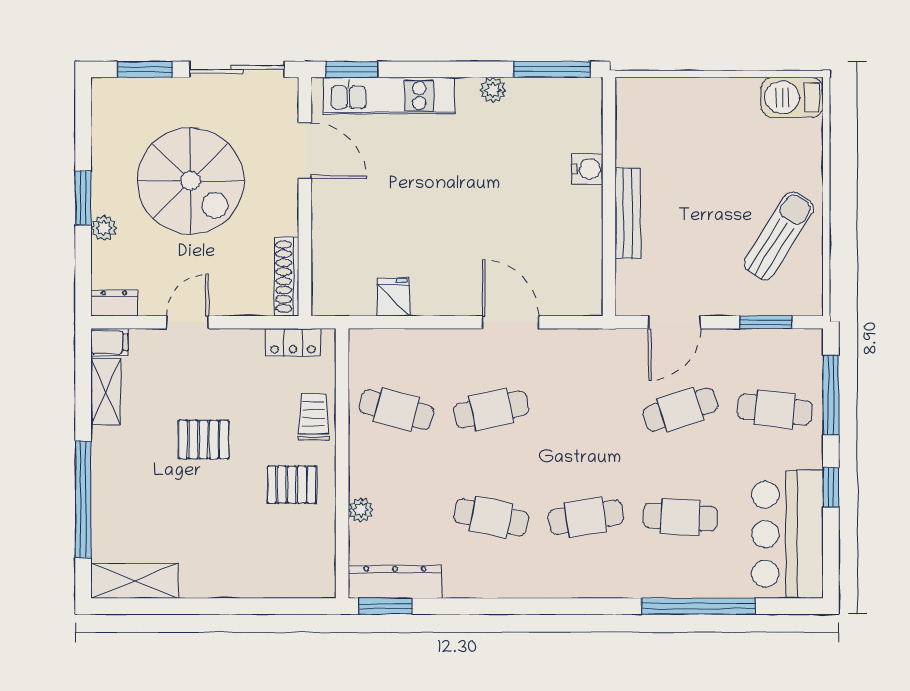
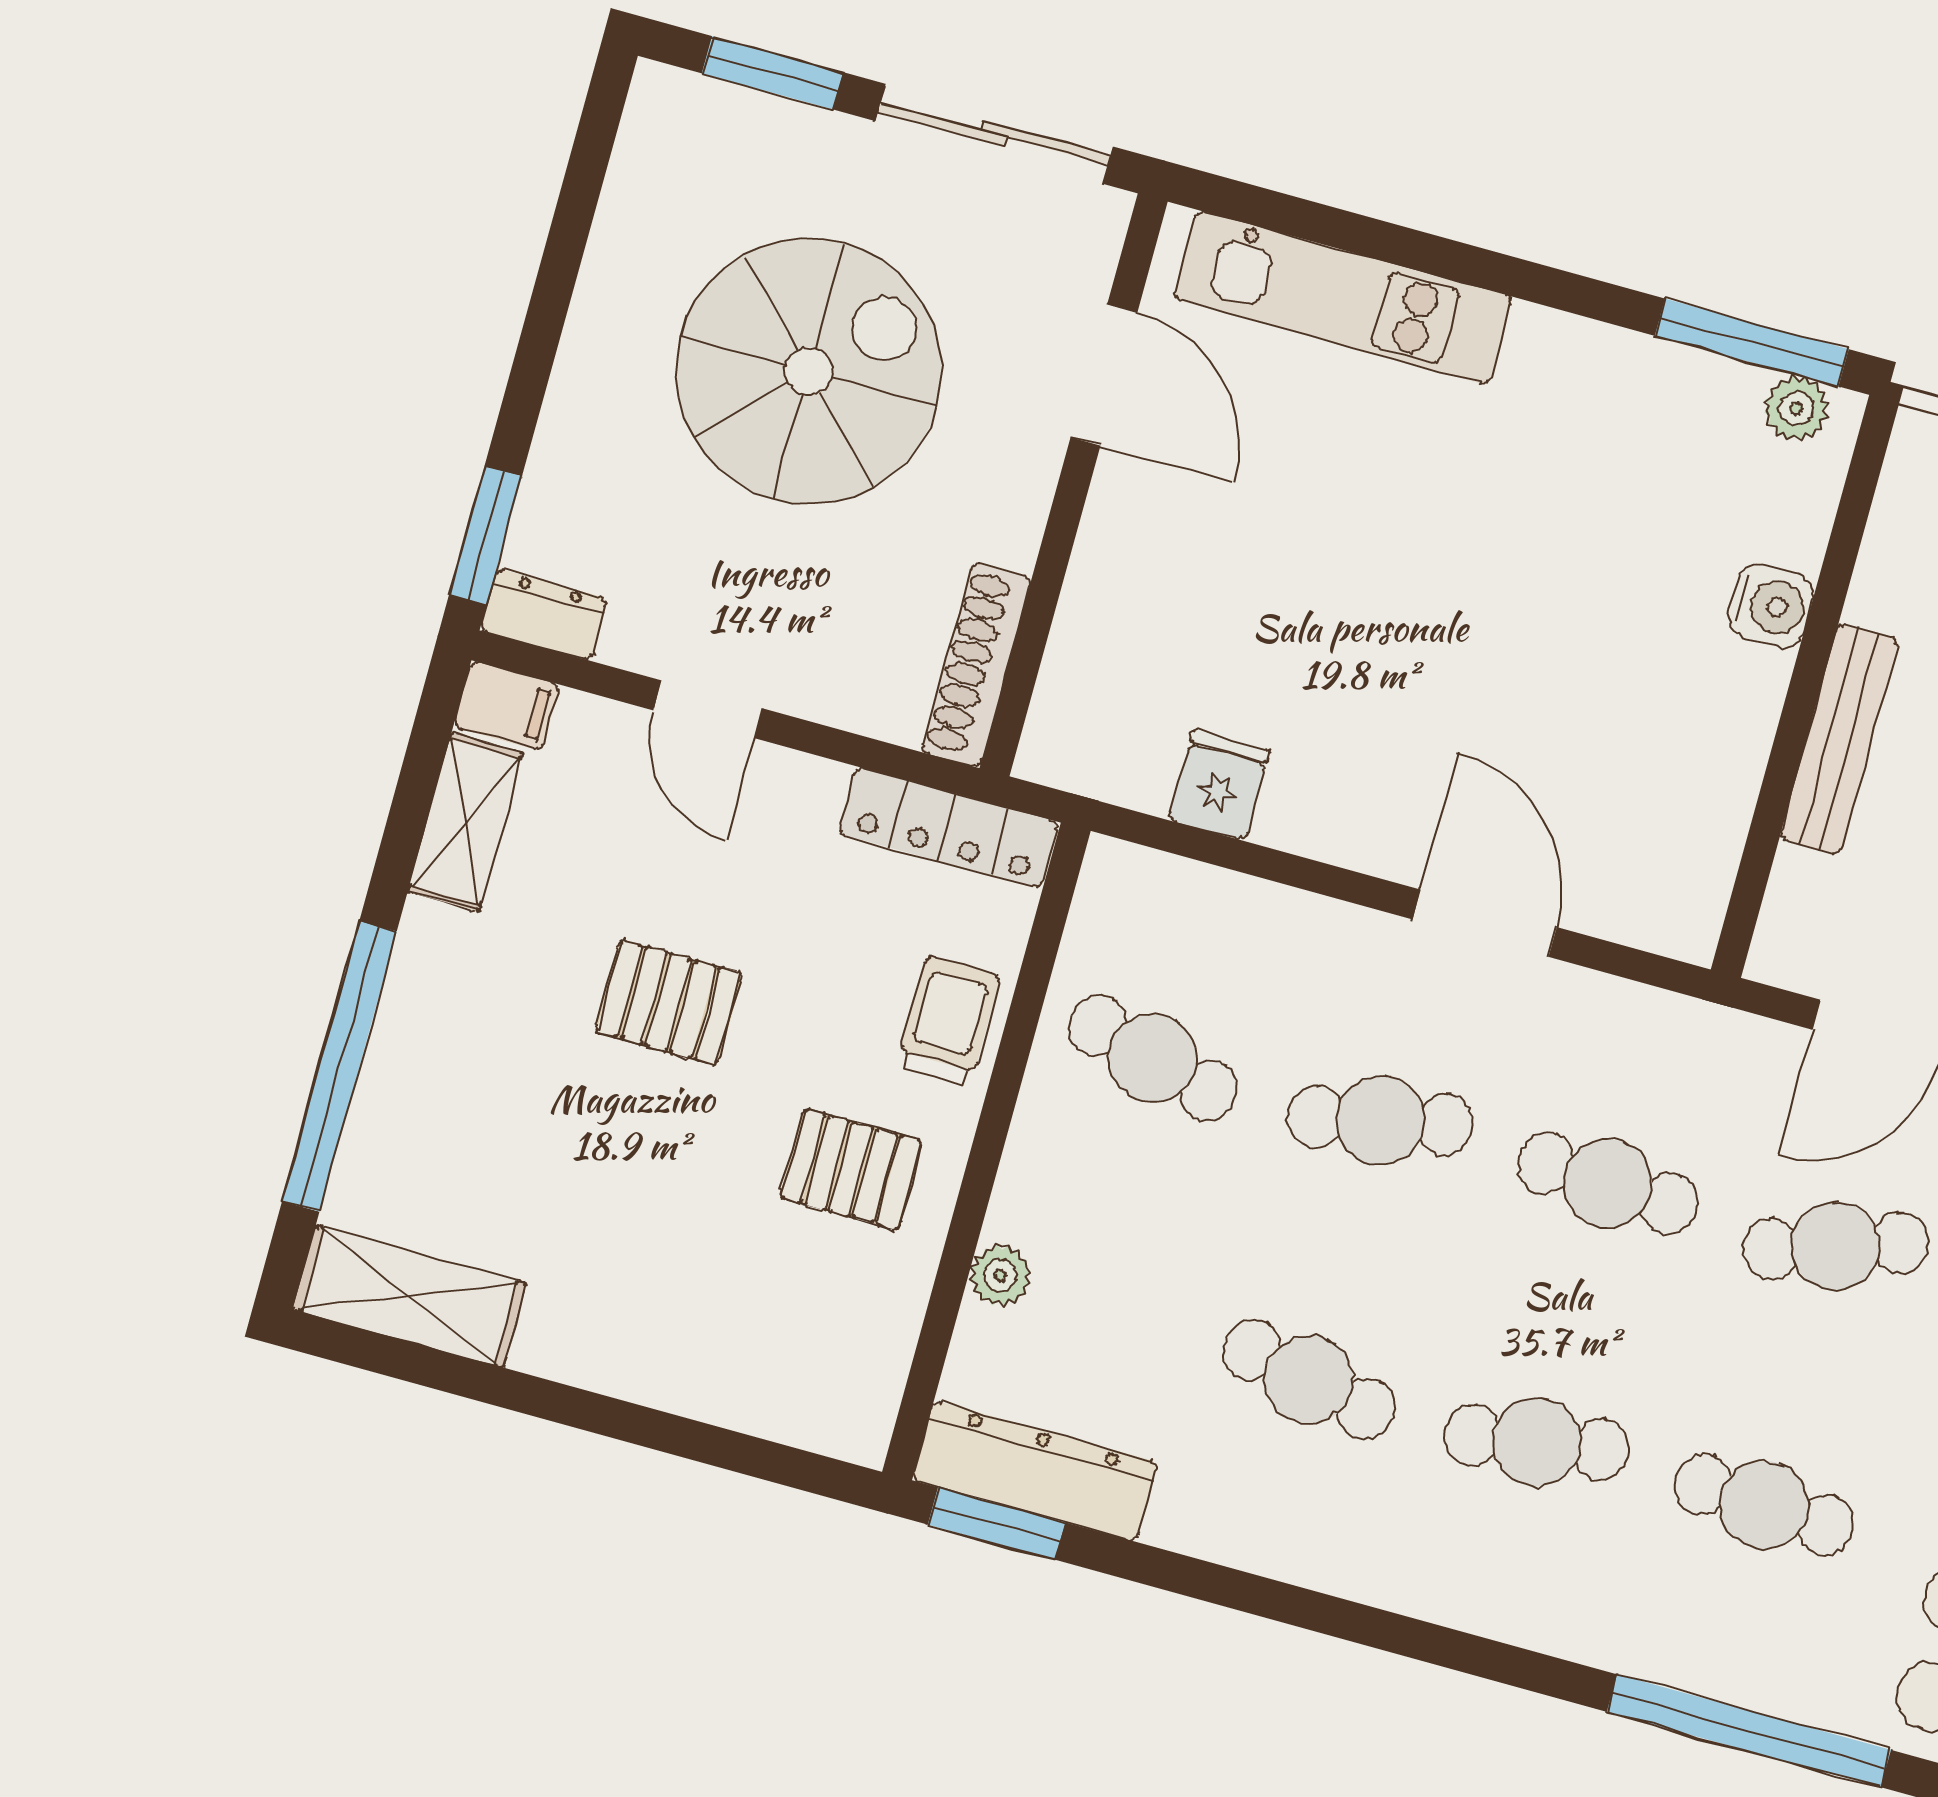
window: (352, 69) -> (1271, 210), removed
plant: (493, 90) -> (1796, 408), moved
spiral stairs: (190, 181) -> (809, 371), turned -90
window: (83, 198) -> (486, 535), moved
plant: (104, 228) -> (569, 427), removed
door: (188, 322) -> (708, 709), swing flipped
locker: (293, 342) -> (948, 828), width x1.53
cafe table: (586, 410) -> (1608, 1183), added

